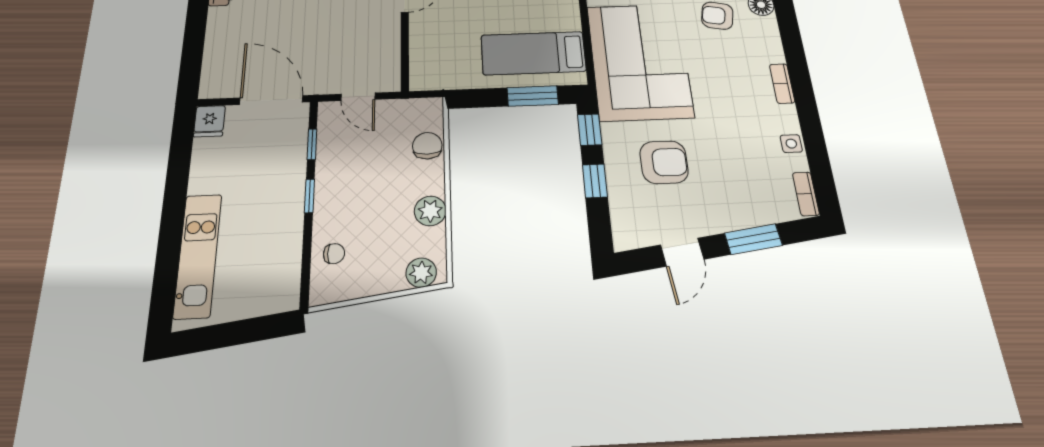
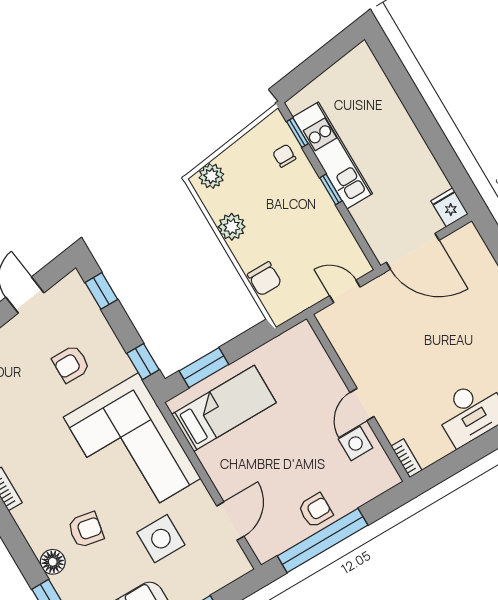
window: (312, 144) -> (297, 133), moved
armchair: (664, 162) -> (71, 364), width x0.72, depth x0.72
window: (595, 181) -> (101, 291), moved
chair: (334, 254) -> (284, 156), turned 90
kitchen unit: (198, 255) -> (333, 155), moved, turned 180

